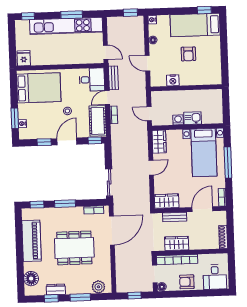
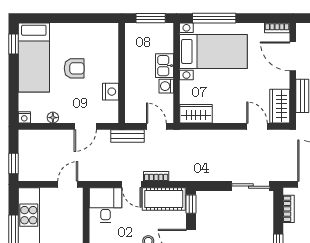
window: (130, 13) -> (13, 163), moved
bench: (113, 78) -> (128, 136), moved
window: (226, 107) -> (151, 18), added
door: (149, 114) -> (156, 126), swing flipped
window: (228, 163) -> (214, 18), moved
door: (151, 168) -> (257, 126), moved

